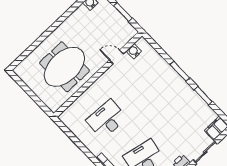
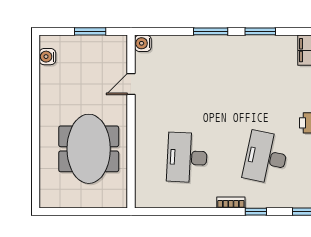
water cooler: (134, 51) -> (143, 43), moved

